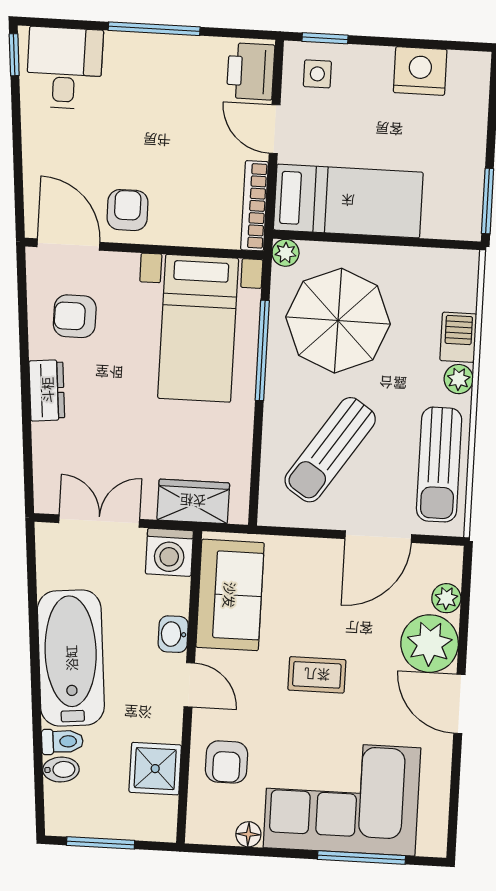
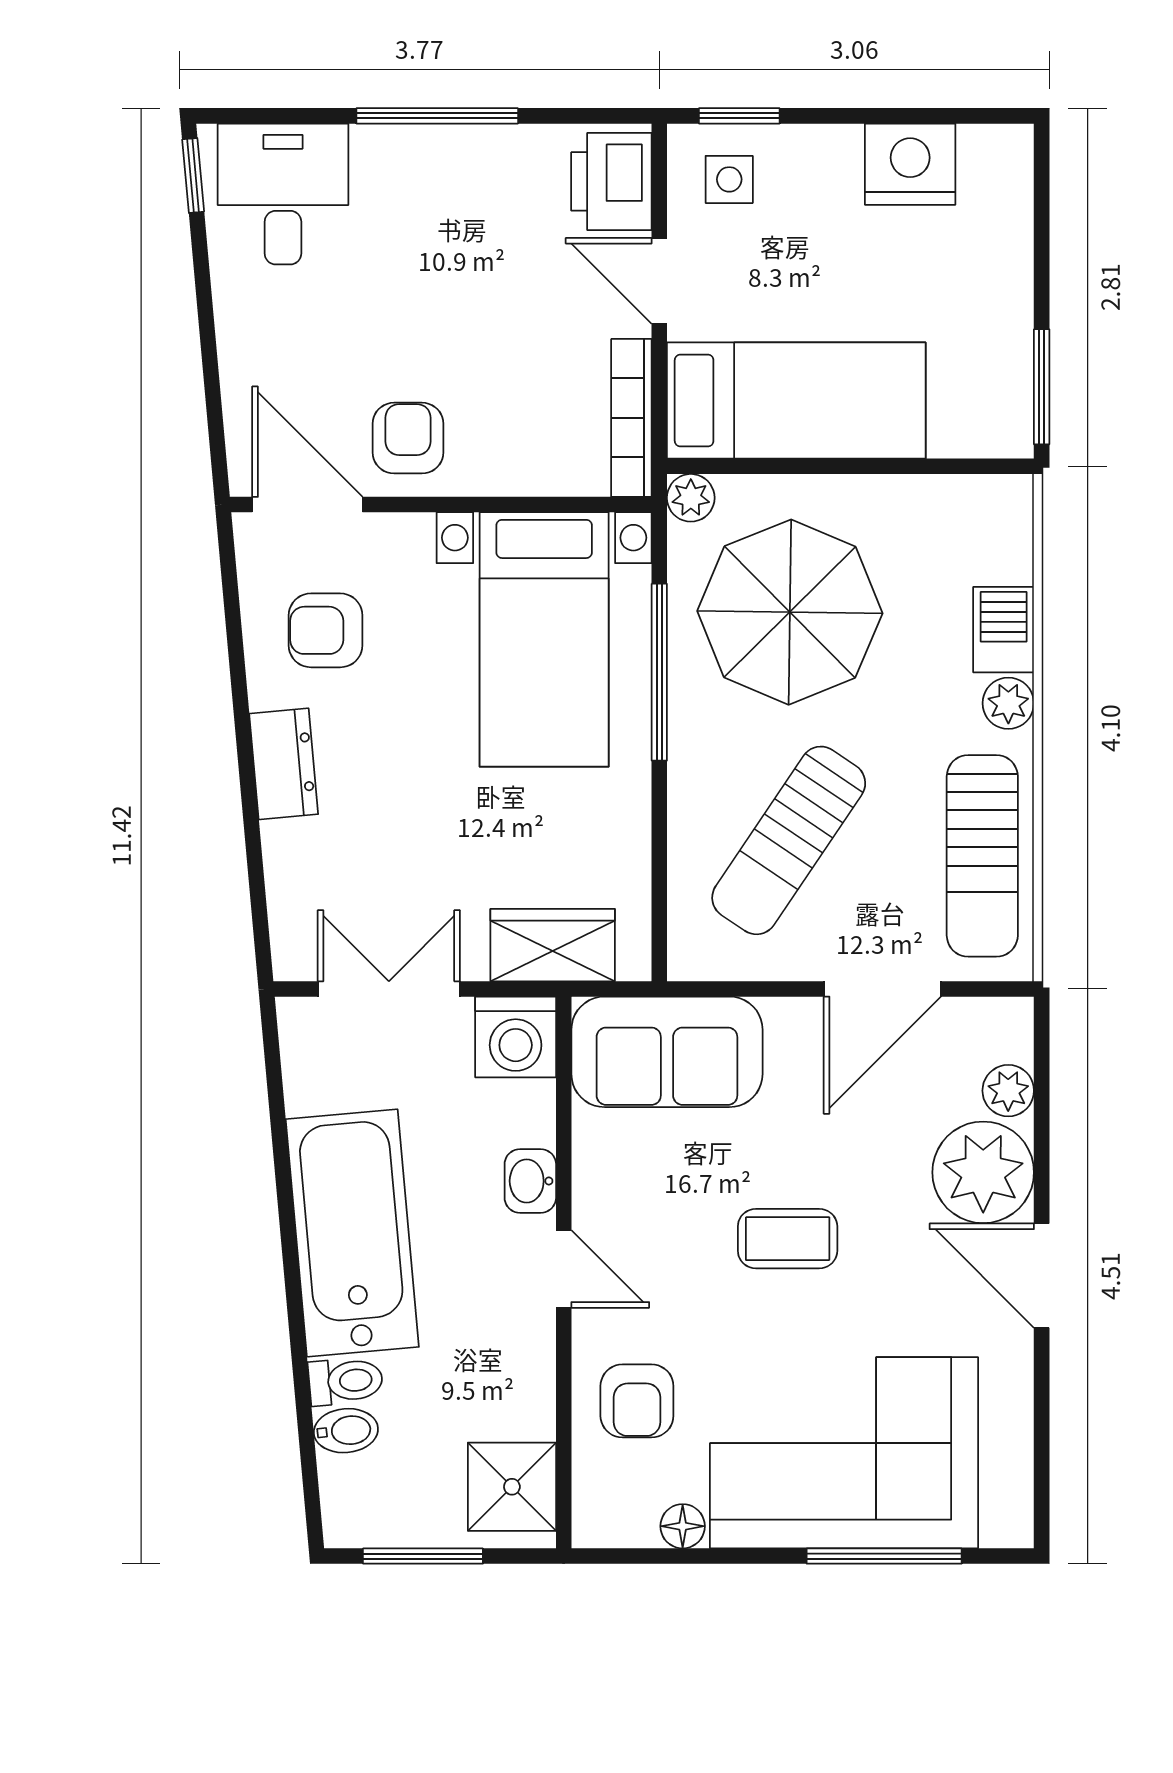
sofa: (230, 595) -> (667, 1052), moved, turned 90
shower: (155, 769) -> (512, 1487), moved

